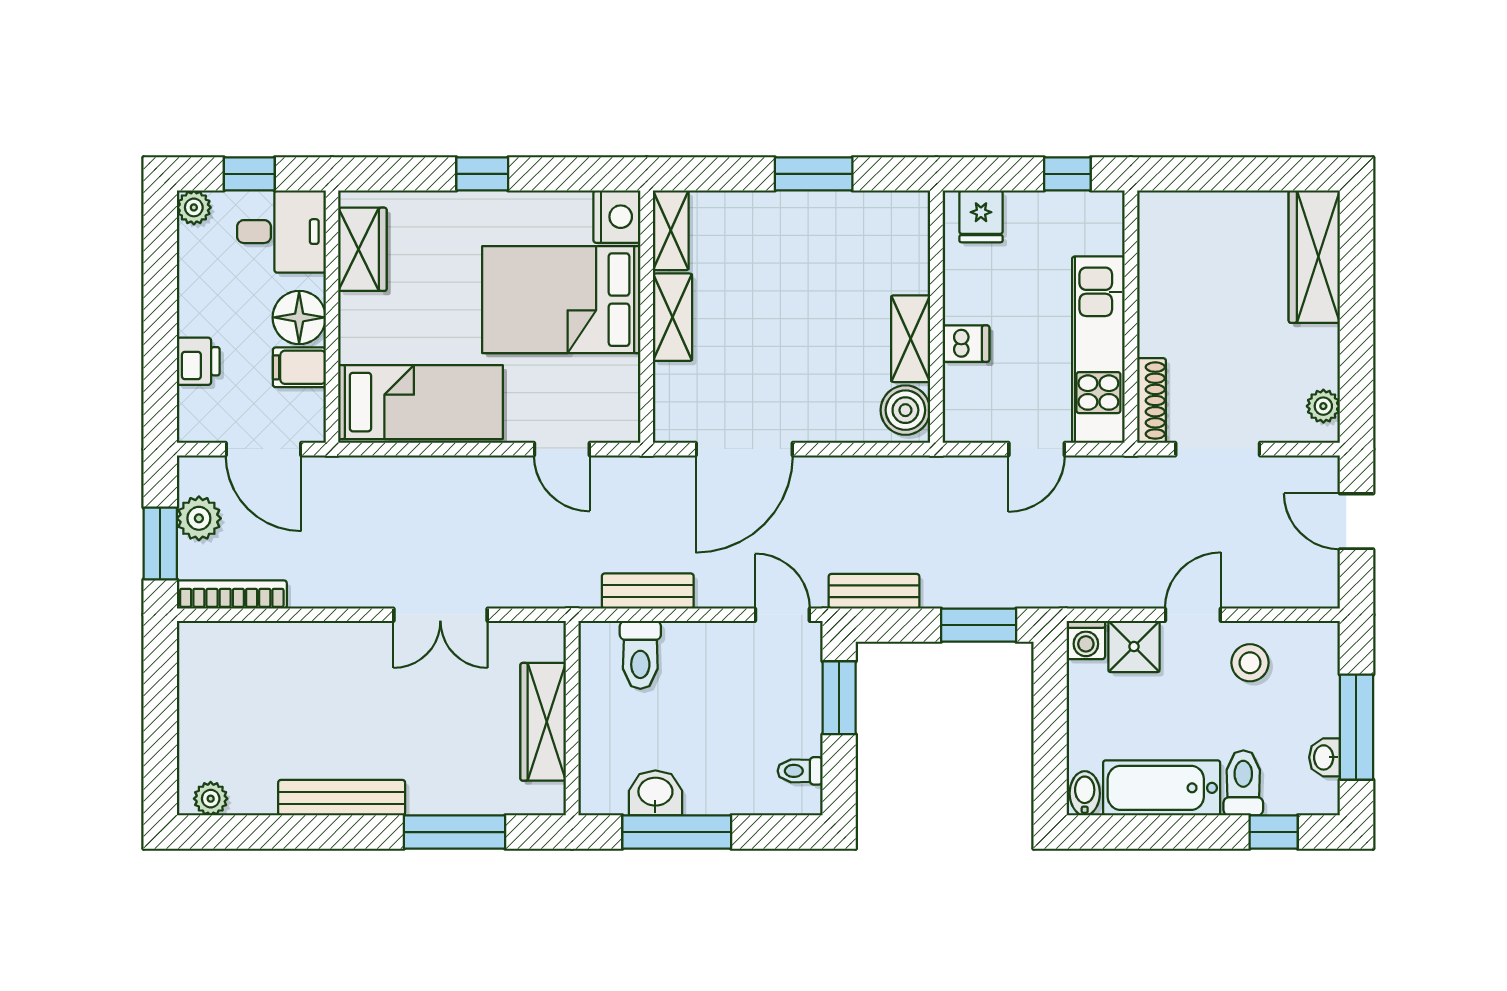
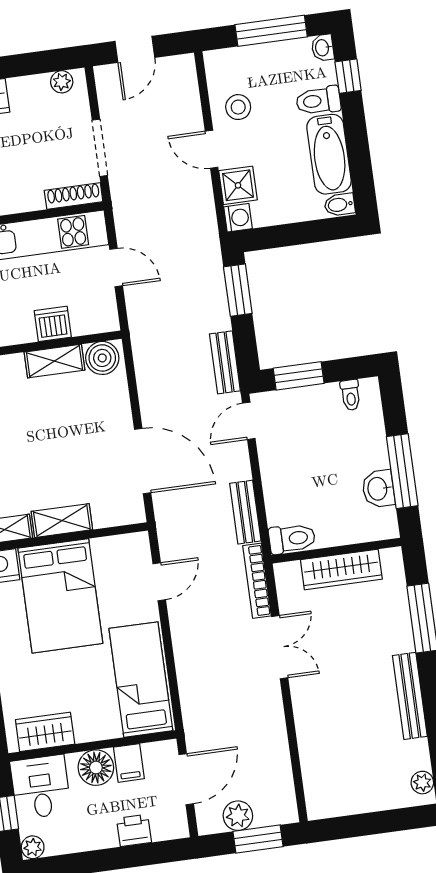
dishwasher: (966, 344) -> (53, 324), width x1.38
bookcase: (232, 594) -> (257, 581), moved
toilet: (640, 655) -> (292, 539), moved
washbasin: (1325, 757) -> (323, 48), moved, turned 90

